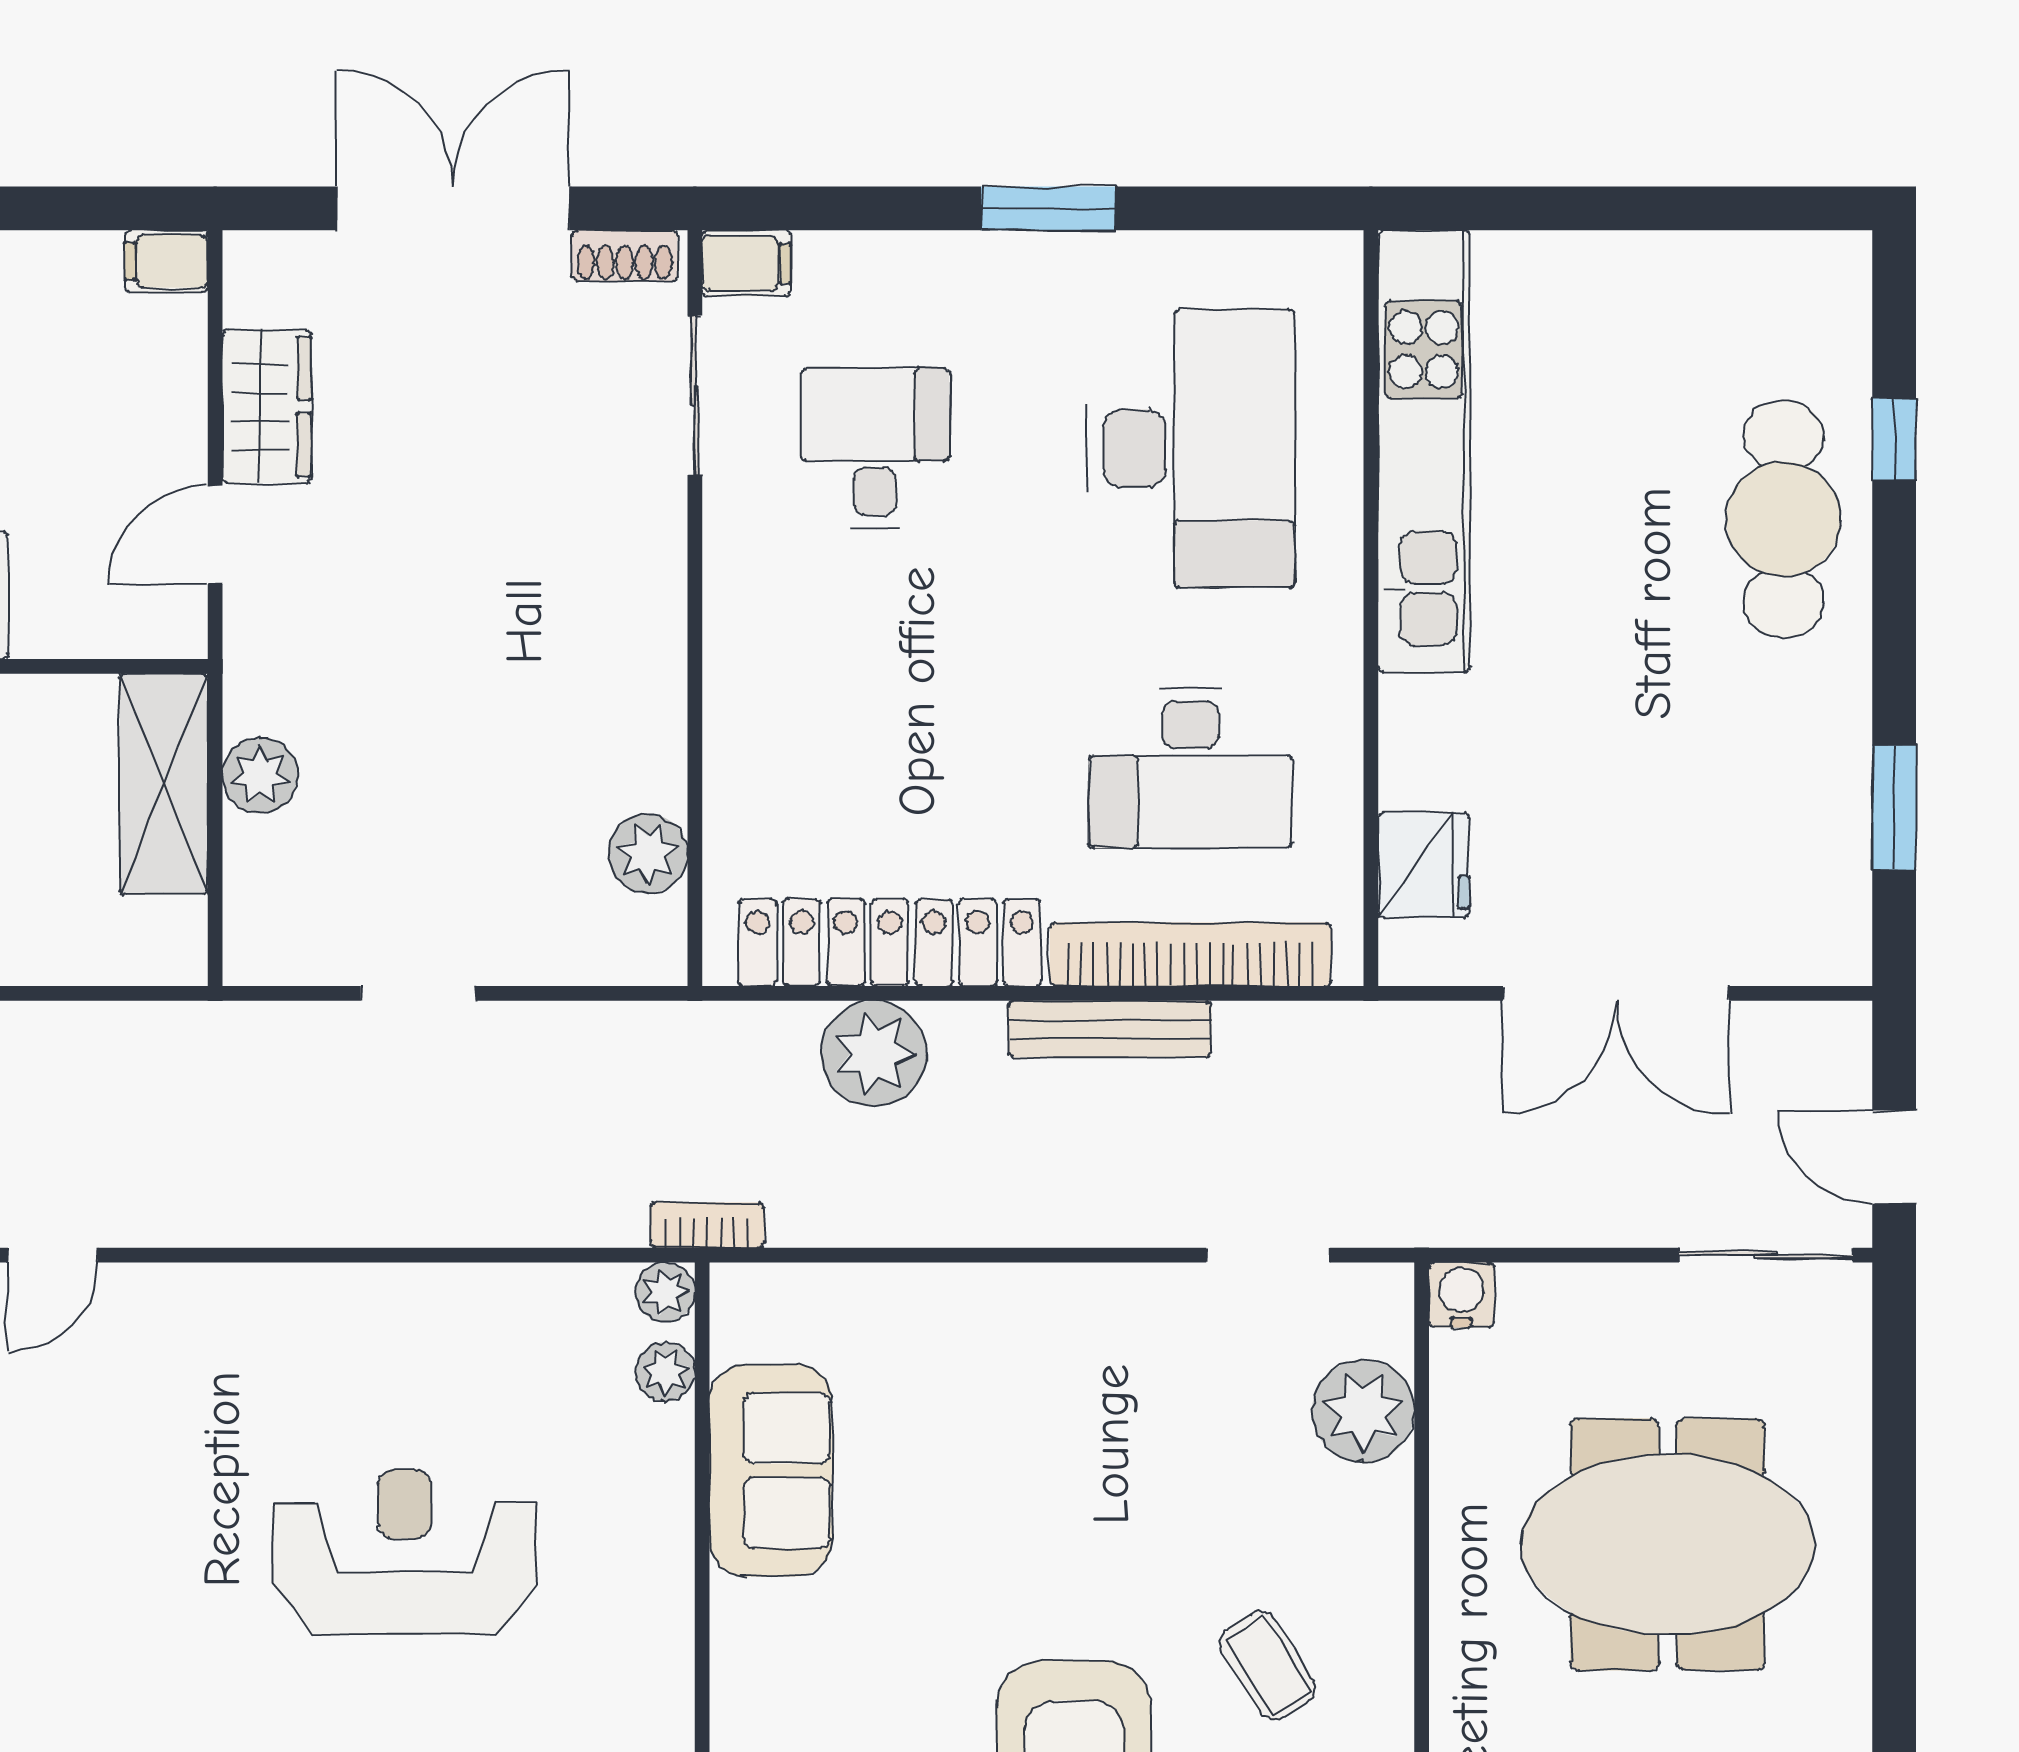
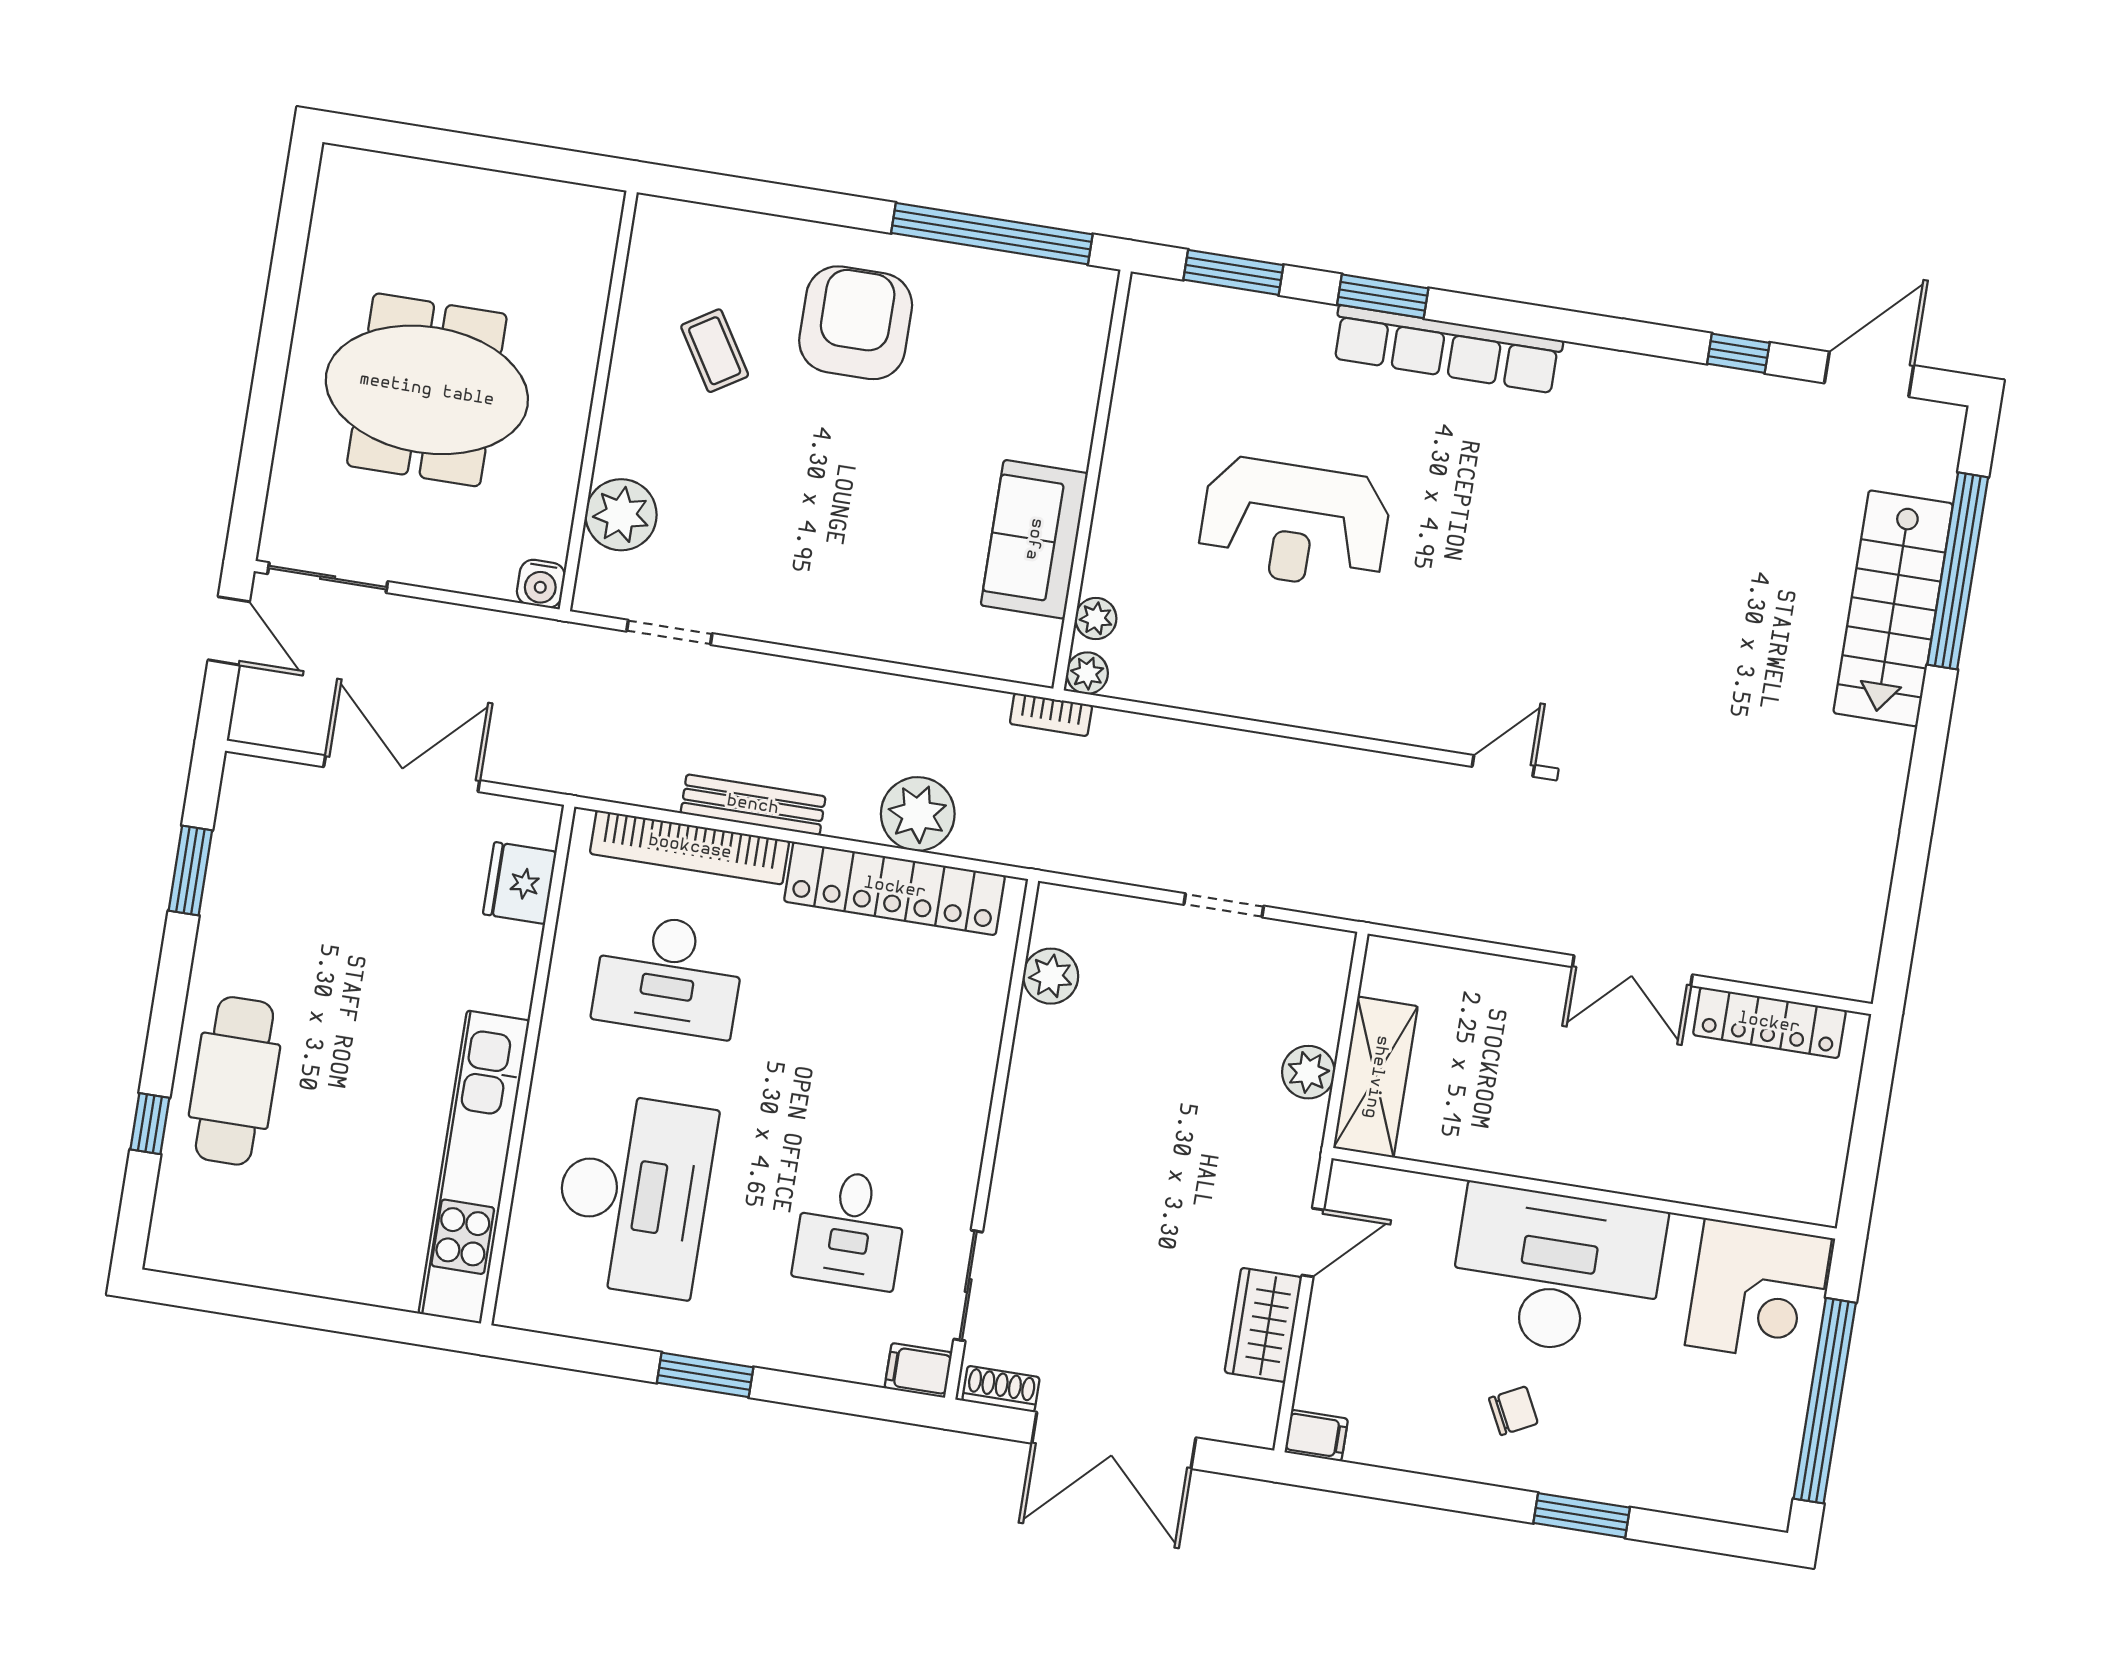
desk: (1191, 448) -> (634, 1195), turned 180
desk: (1191, 768) -> (669, 975), turned 180

